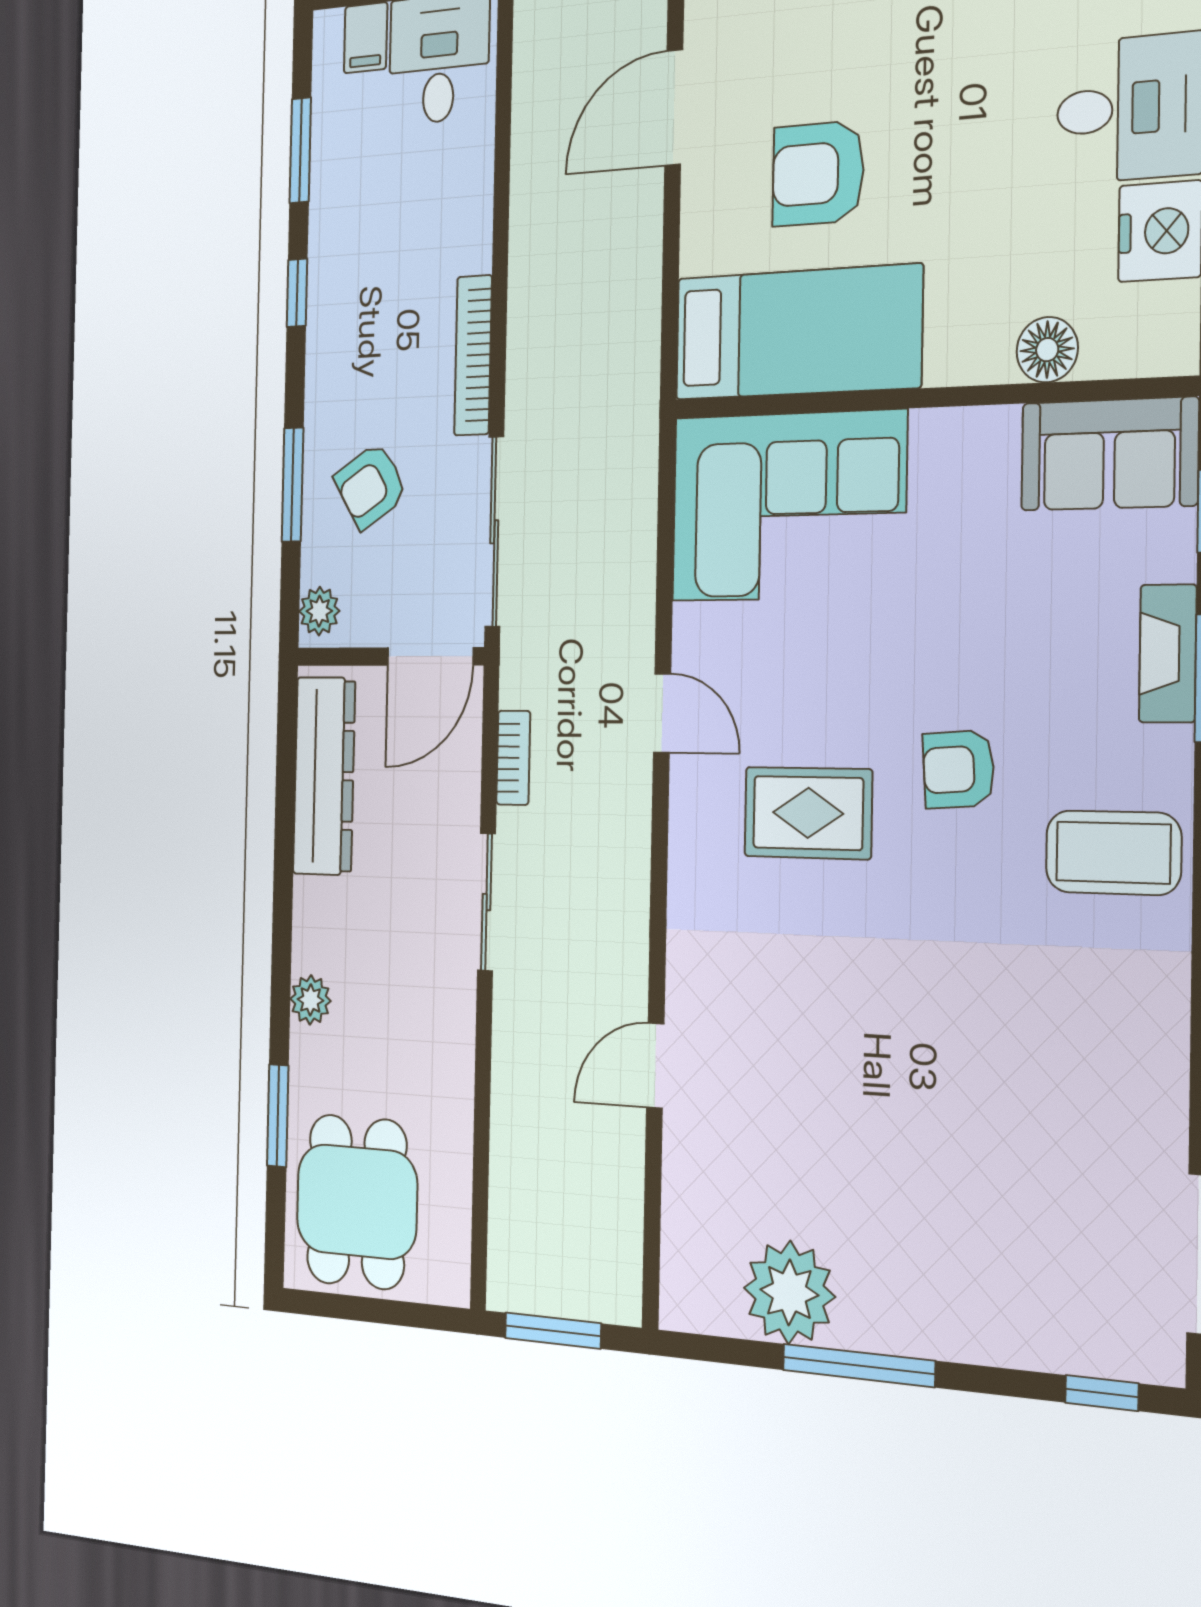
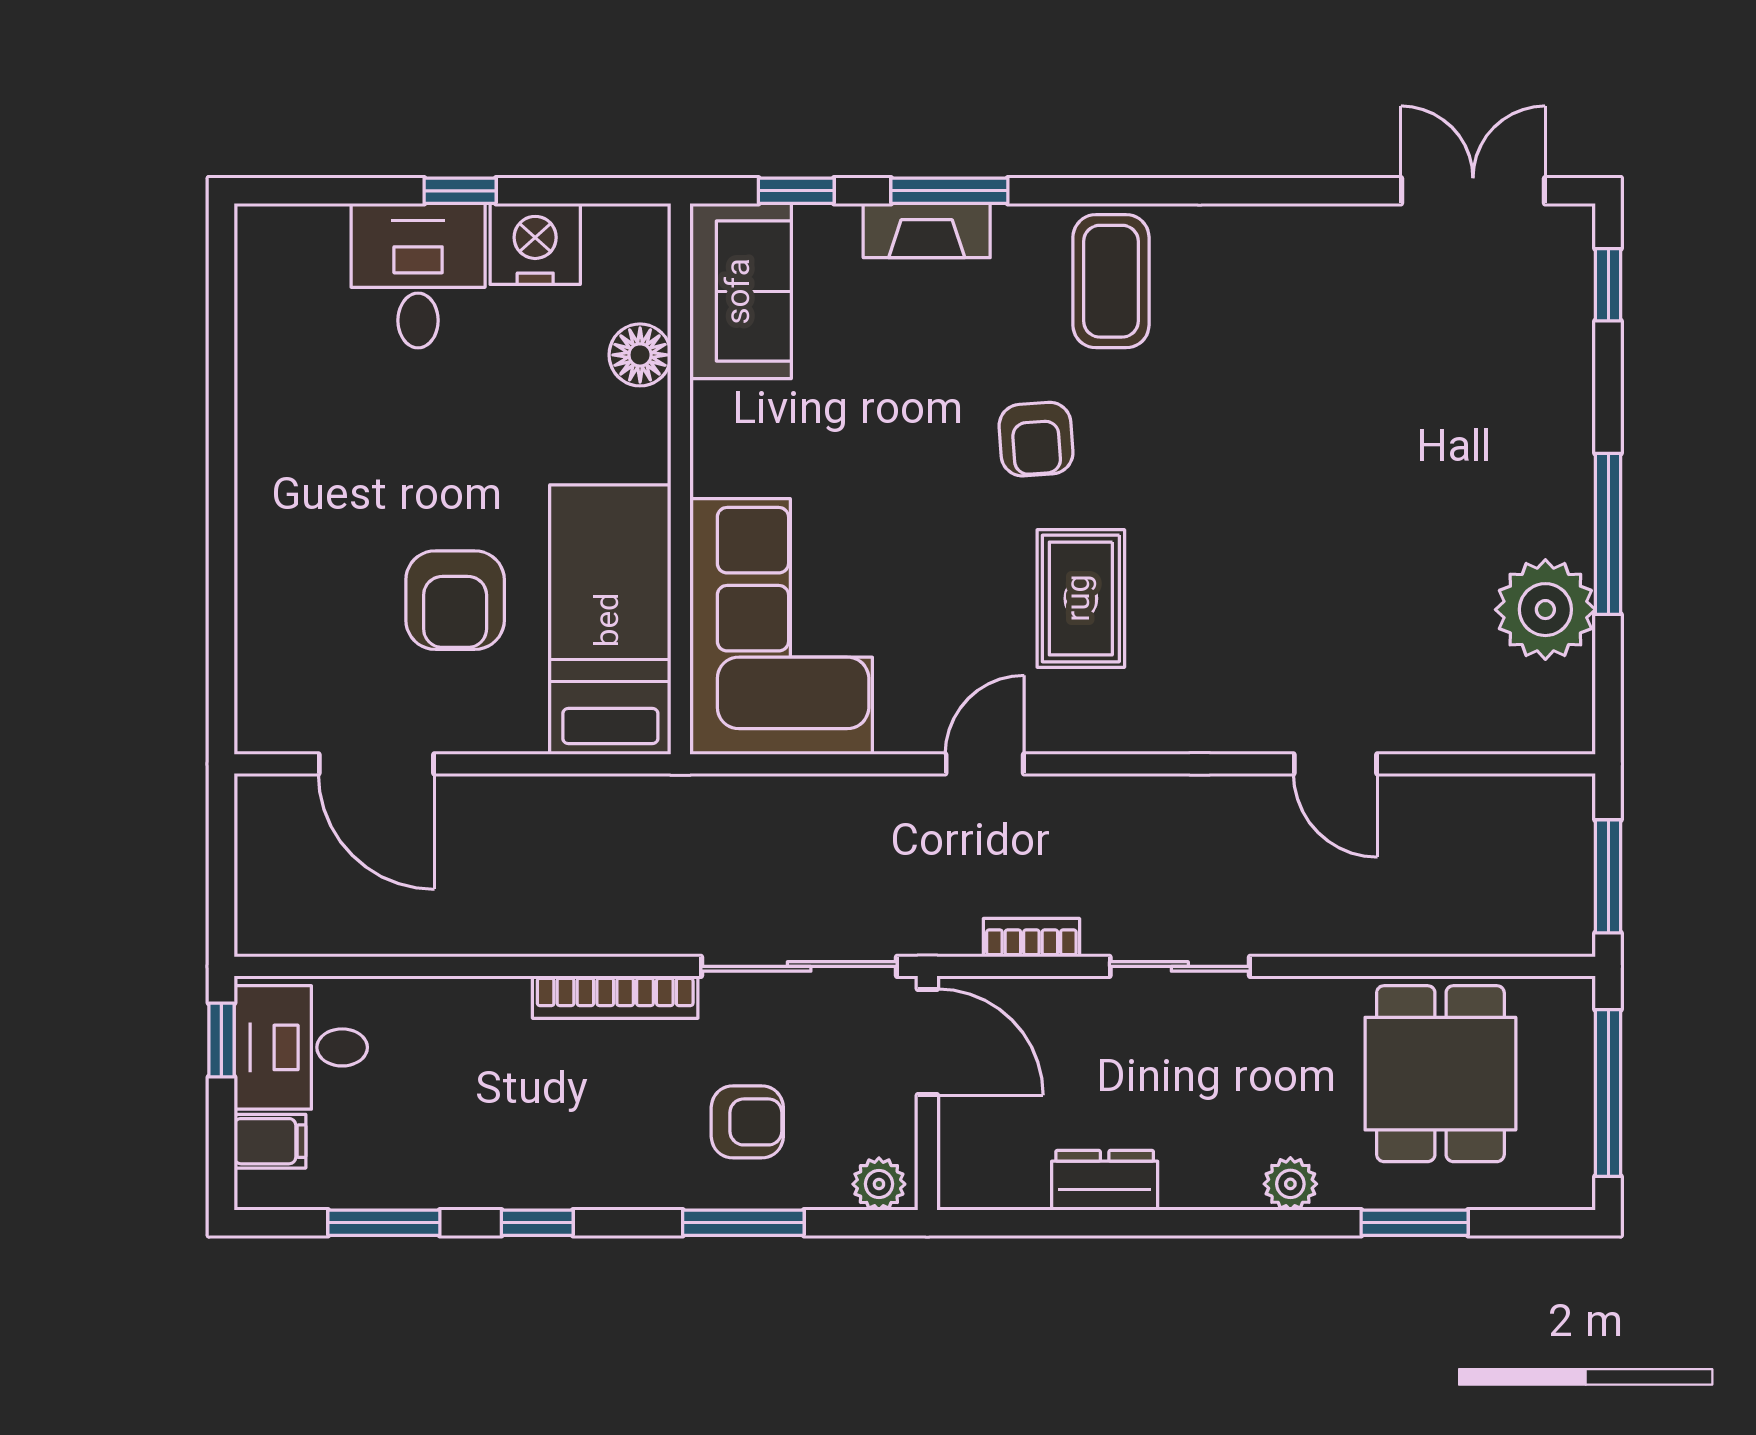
armchair: (371, 486) -> (747, 1122), turned -58
dresser: (324, 776) -> (1105, 1180), width x0.51, depth x0.80
dining table: (357, 1202) -> (1440, 1074), moved, turned 90
window: (375, 1310) -> (1608, 1093), added

